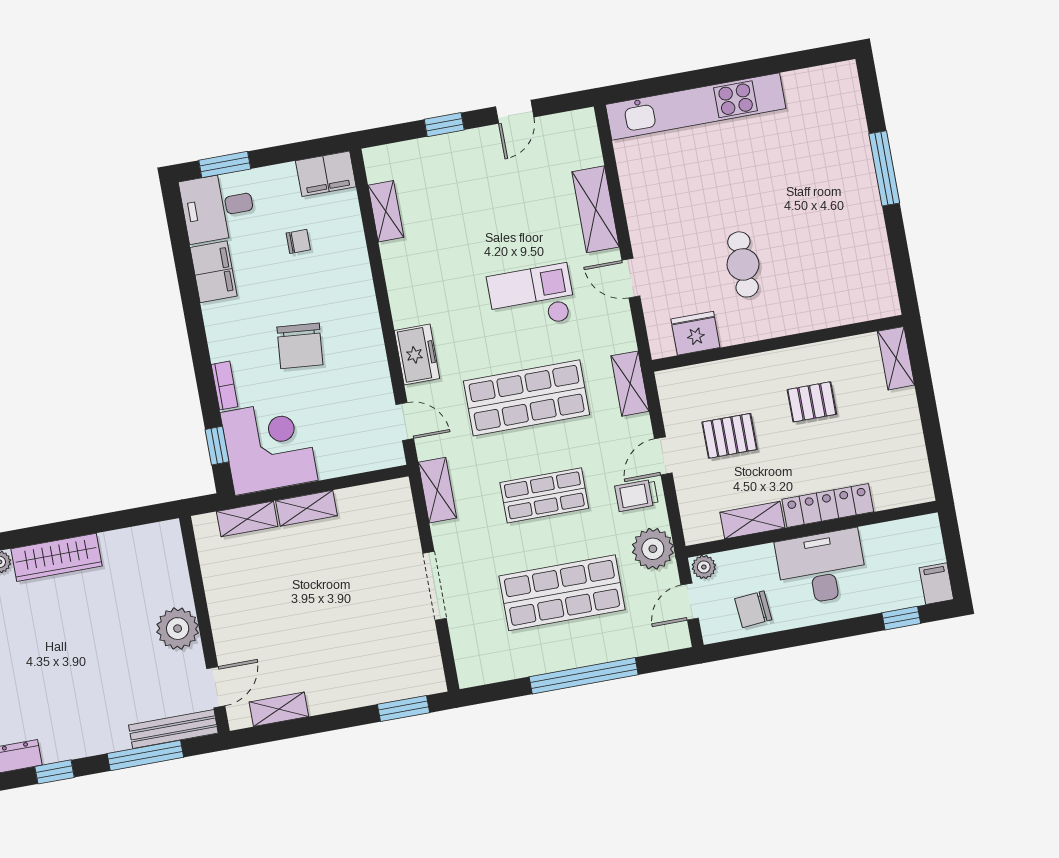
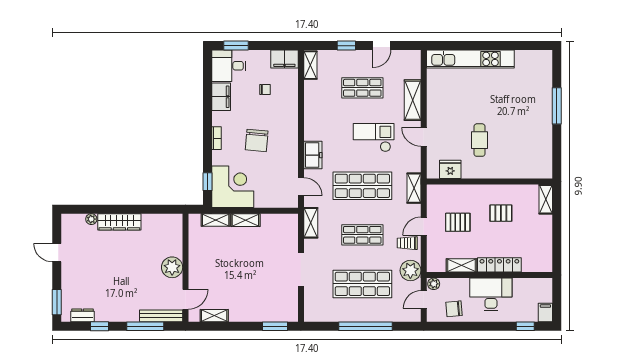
shop shelf: (491, 203) -> (362, 88), added
shelving: (386, 211) -> (310, 65), moved
bookcase: (225, 386) -> (216, 138), moved

